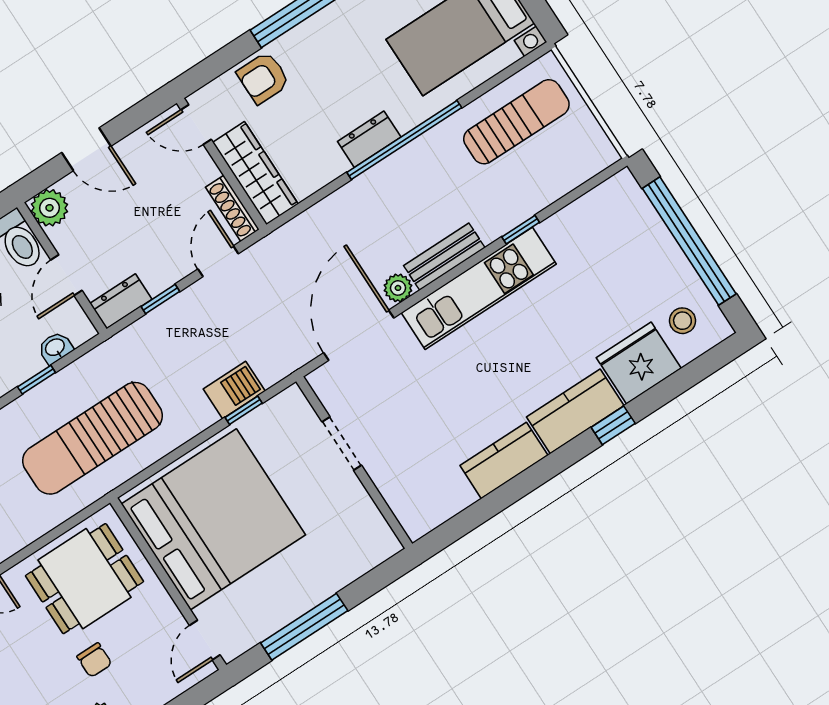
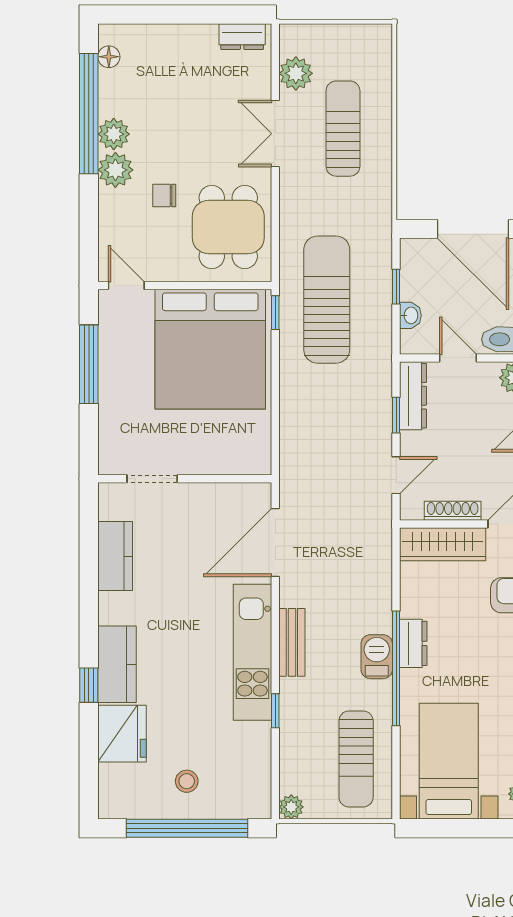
shoe rack: (232, 208) -> (453, 511), moved
door: (218, 261) -> (396, 475), hinge flipped
plant: (398, 288) -> (291, 807), moved
dresser: (121, 301) -> (413, 396), width x1.44
stool: (682, 321) -> (187, 781), moved
door: (359, 335) -> (275, 542), swing flipped
barbecue: (234, 390) -> (377, 657), moved, turned 180
window: (244, 410) -> (275, 313), moved
doorway: (342, 444) -> (152, 479), moved
kitchen counter: (504, 460) -> (115, 556), moved

